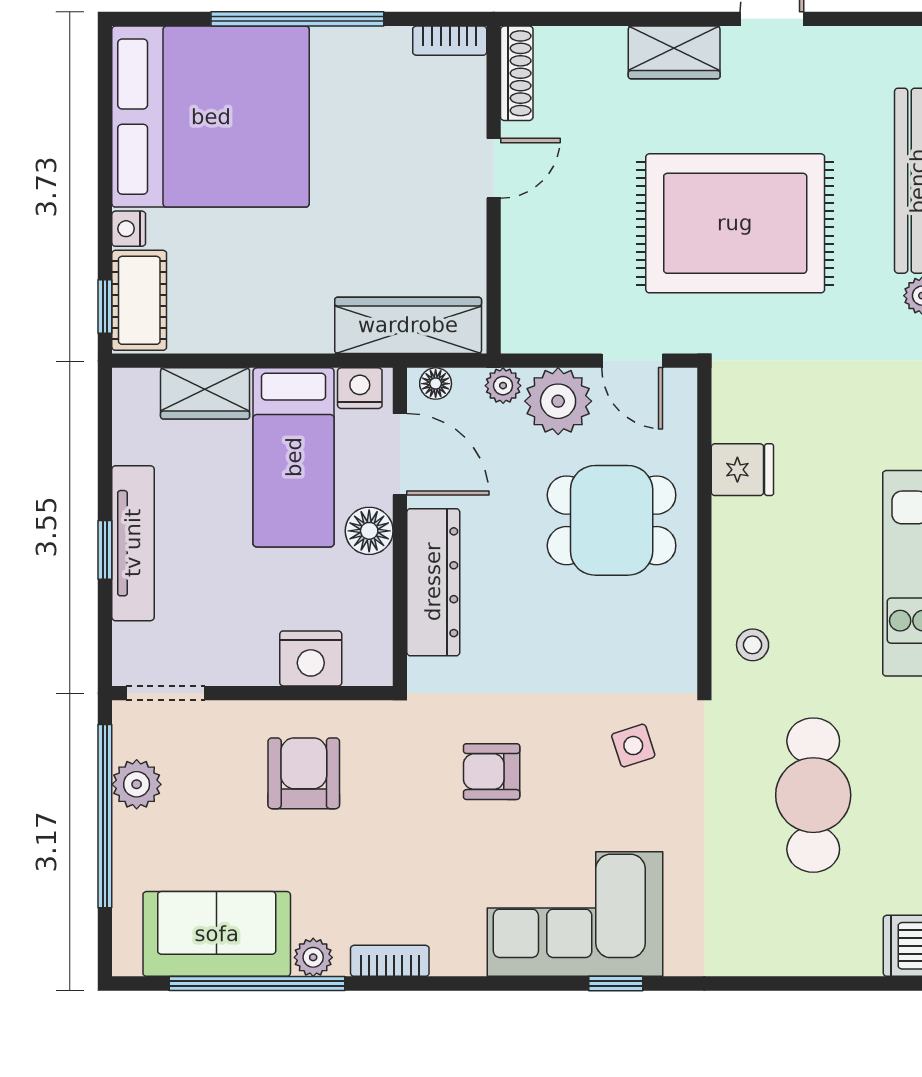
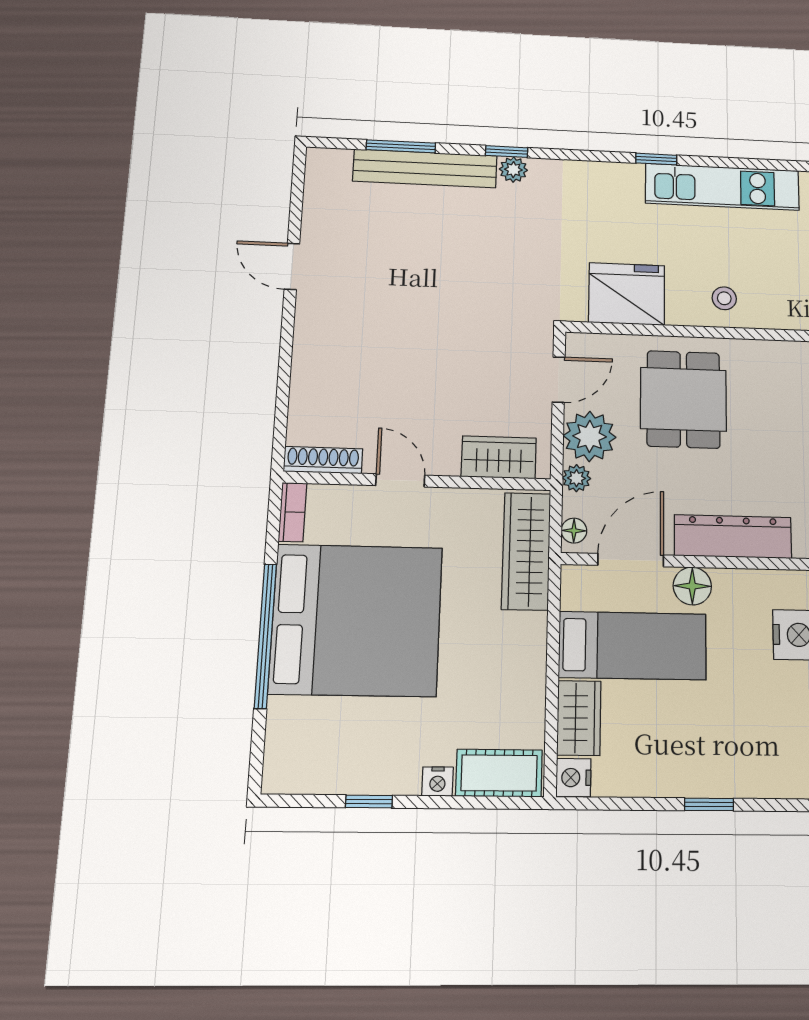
wardrobe: (674, 52) -> (499, 457), moved, turned -90
bed: (211, 117) -> (356, 620), moved, turned 90
rug: (735, 223) -> (453, 300), removed
window: (105, 306) -> (369, 802), moved
nightstand: (360, 388) -> (574, 778), moved
fridge: (742, 470) -> (627, 294), width x1.88, depth x1.34
tv unit: (133, 543) -> (703, 780), removed
stool: (753, 645) -> (724, 298), moved

